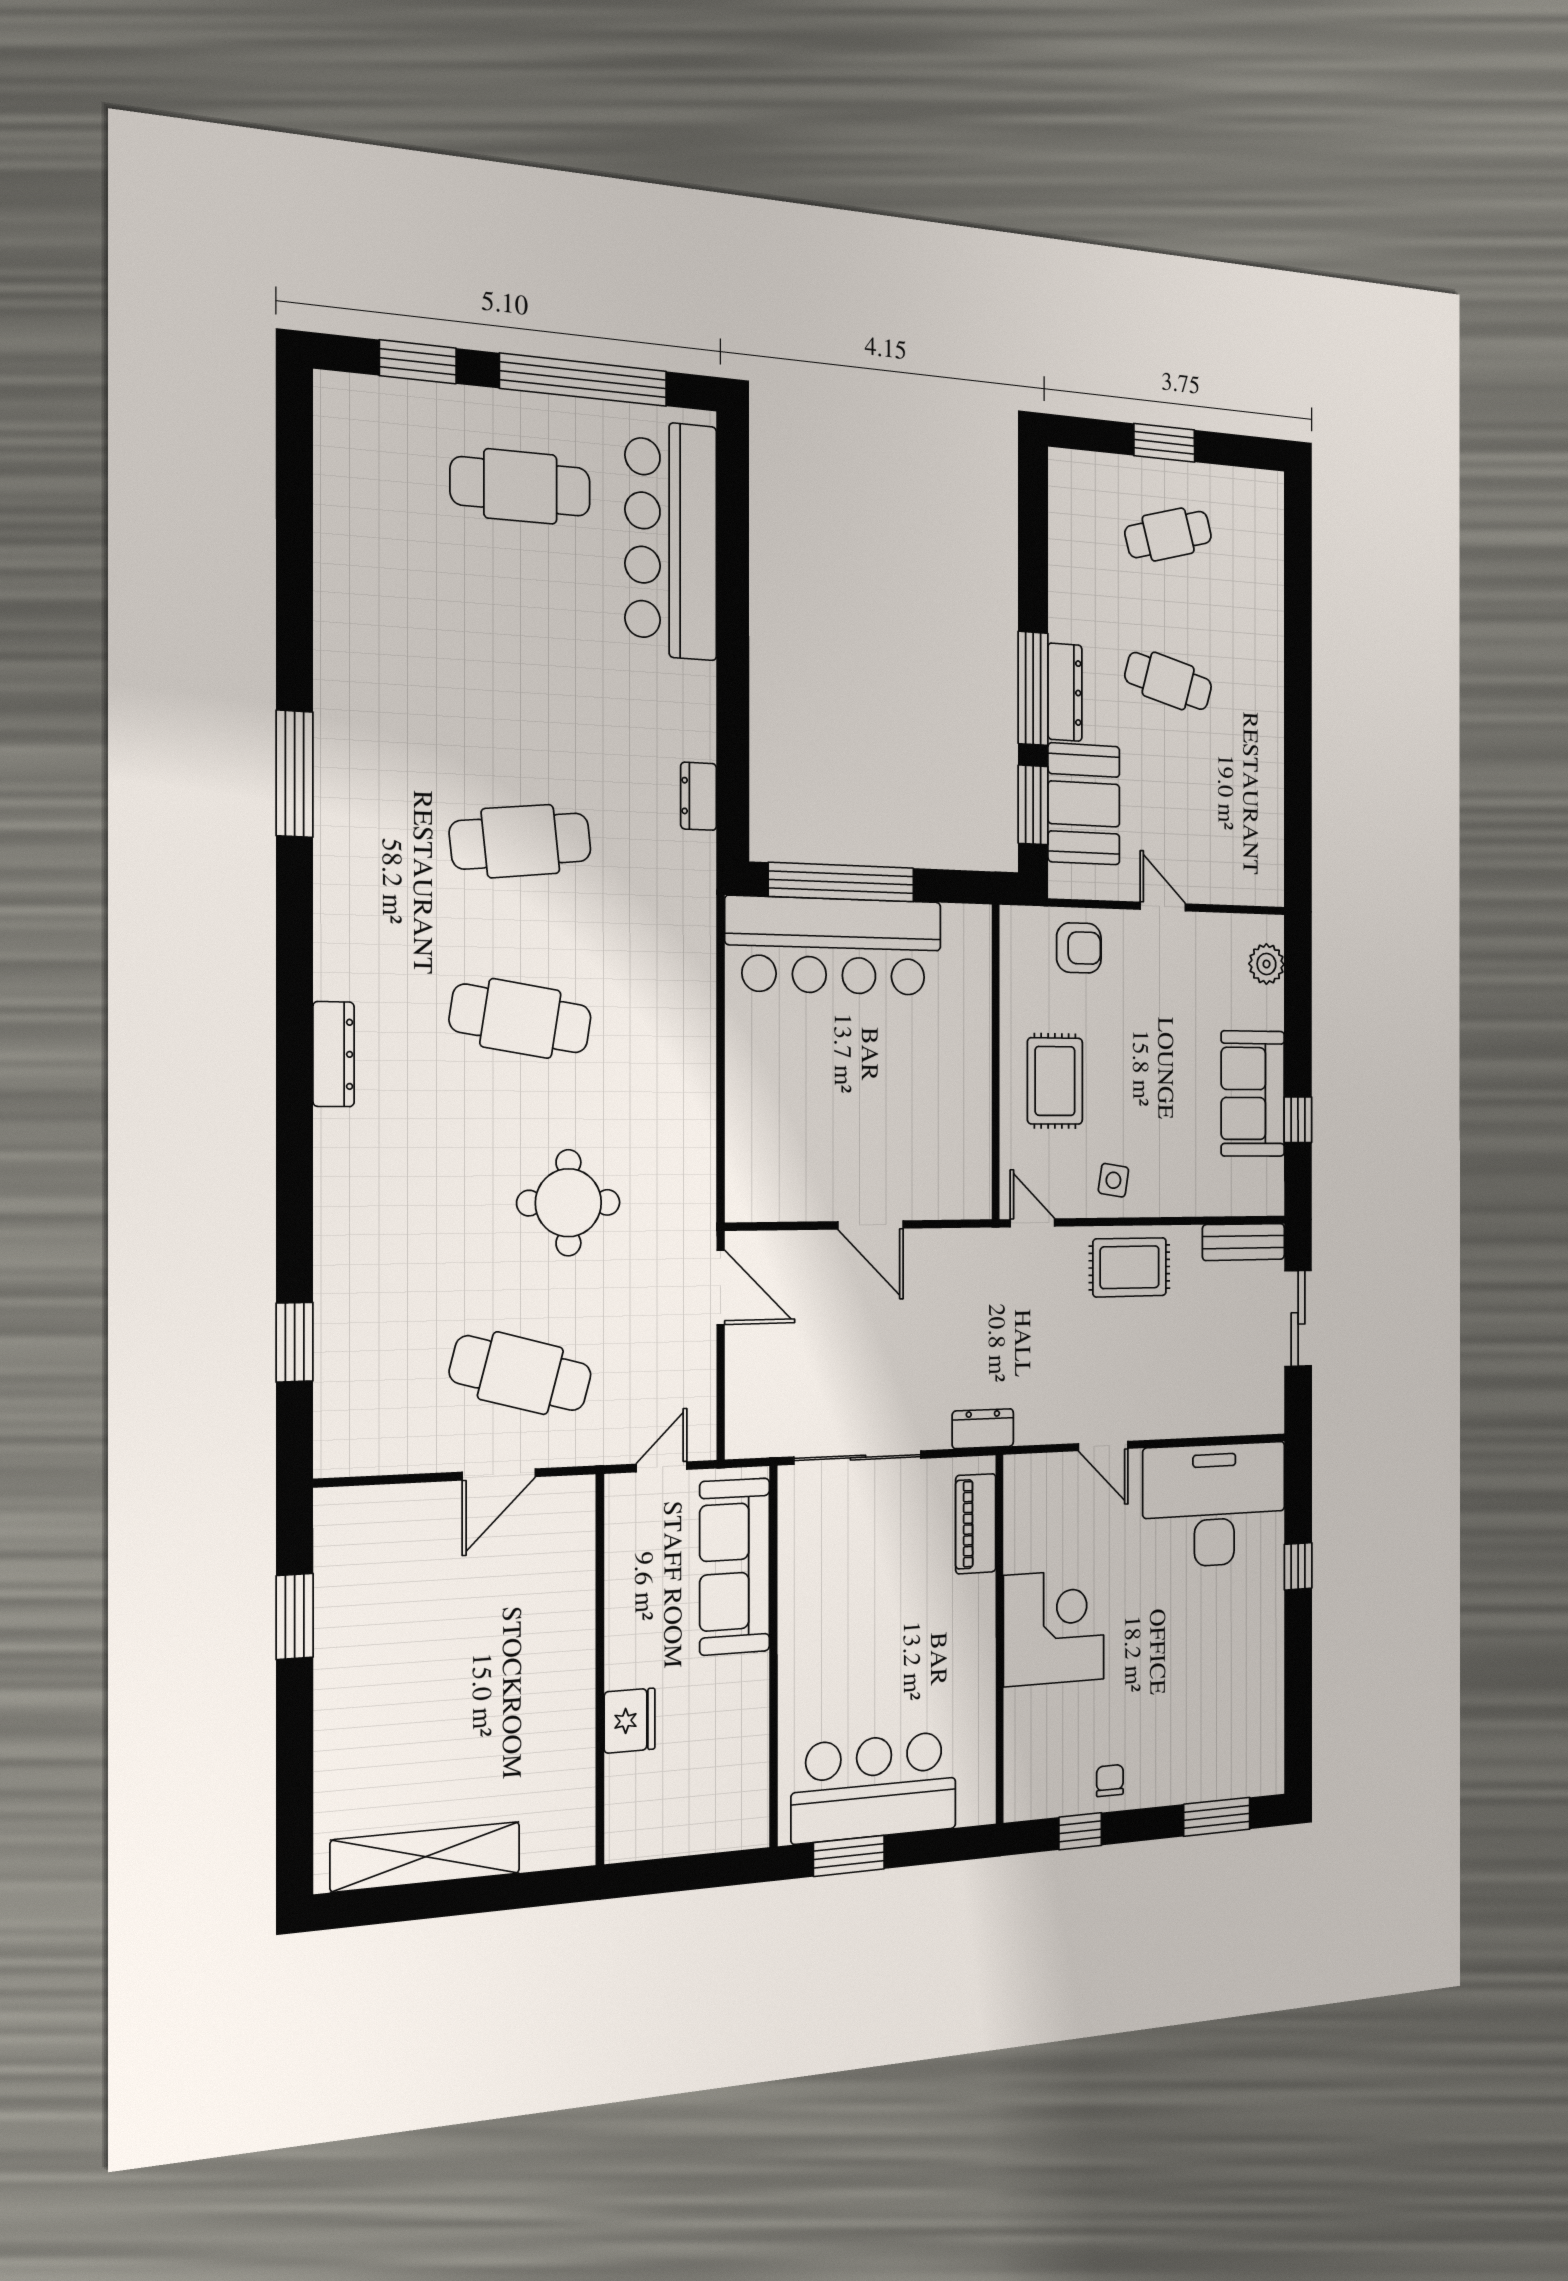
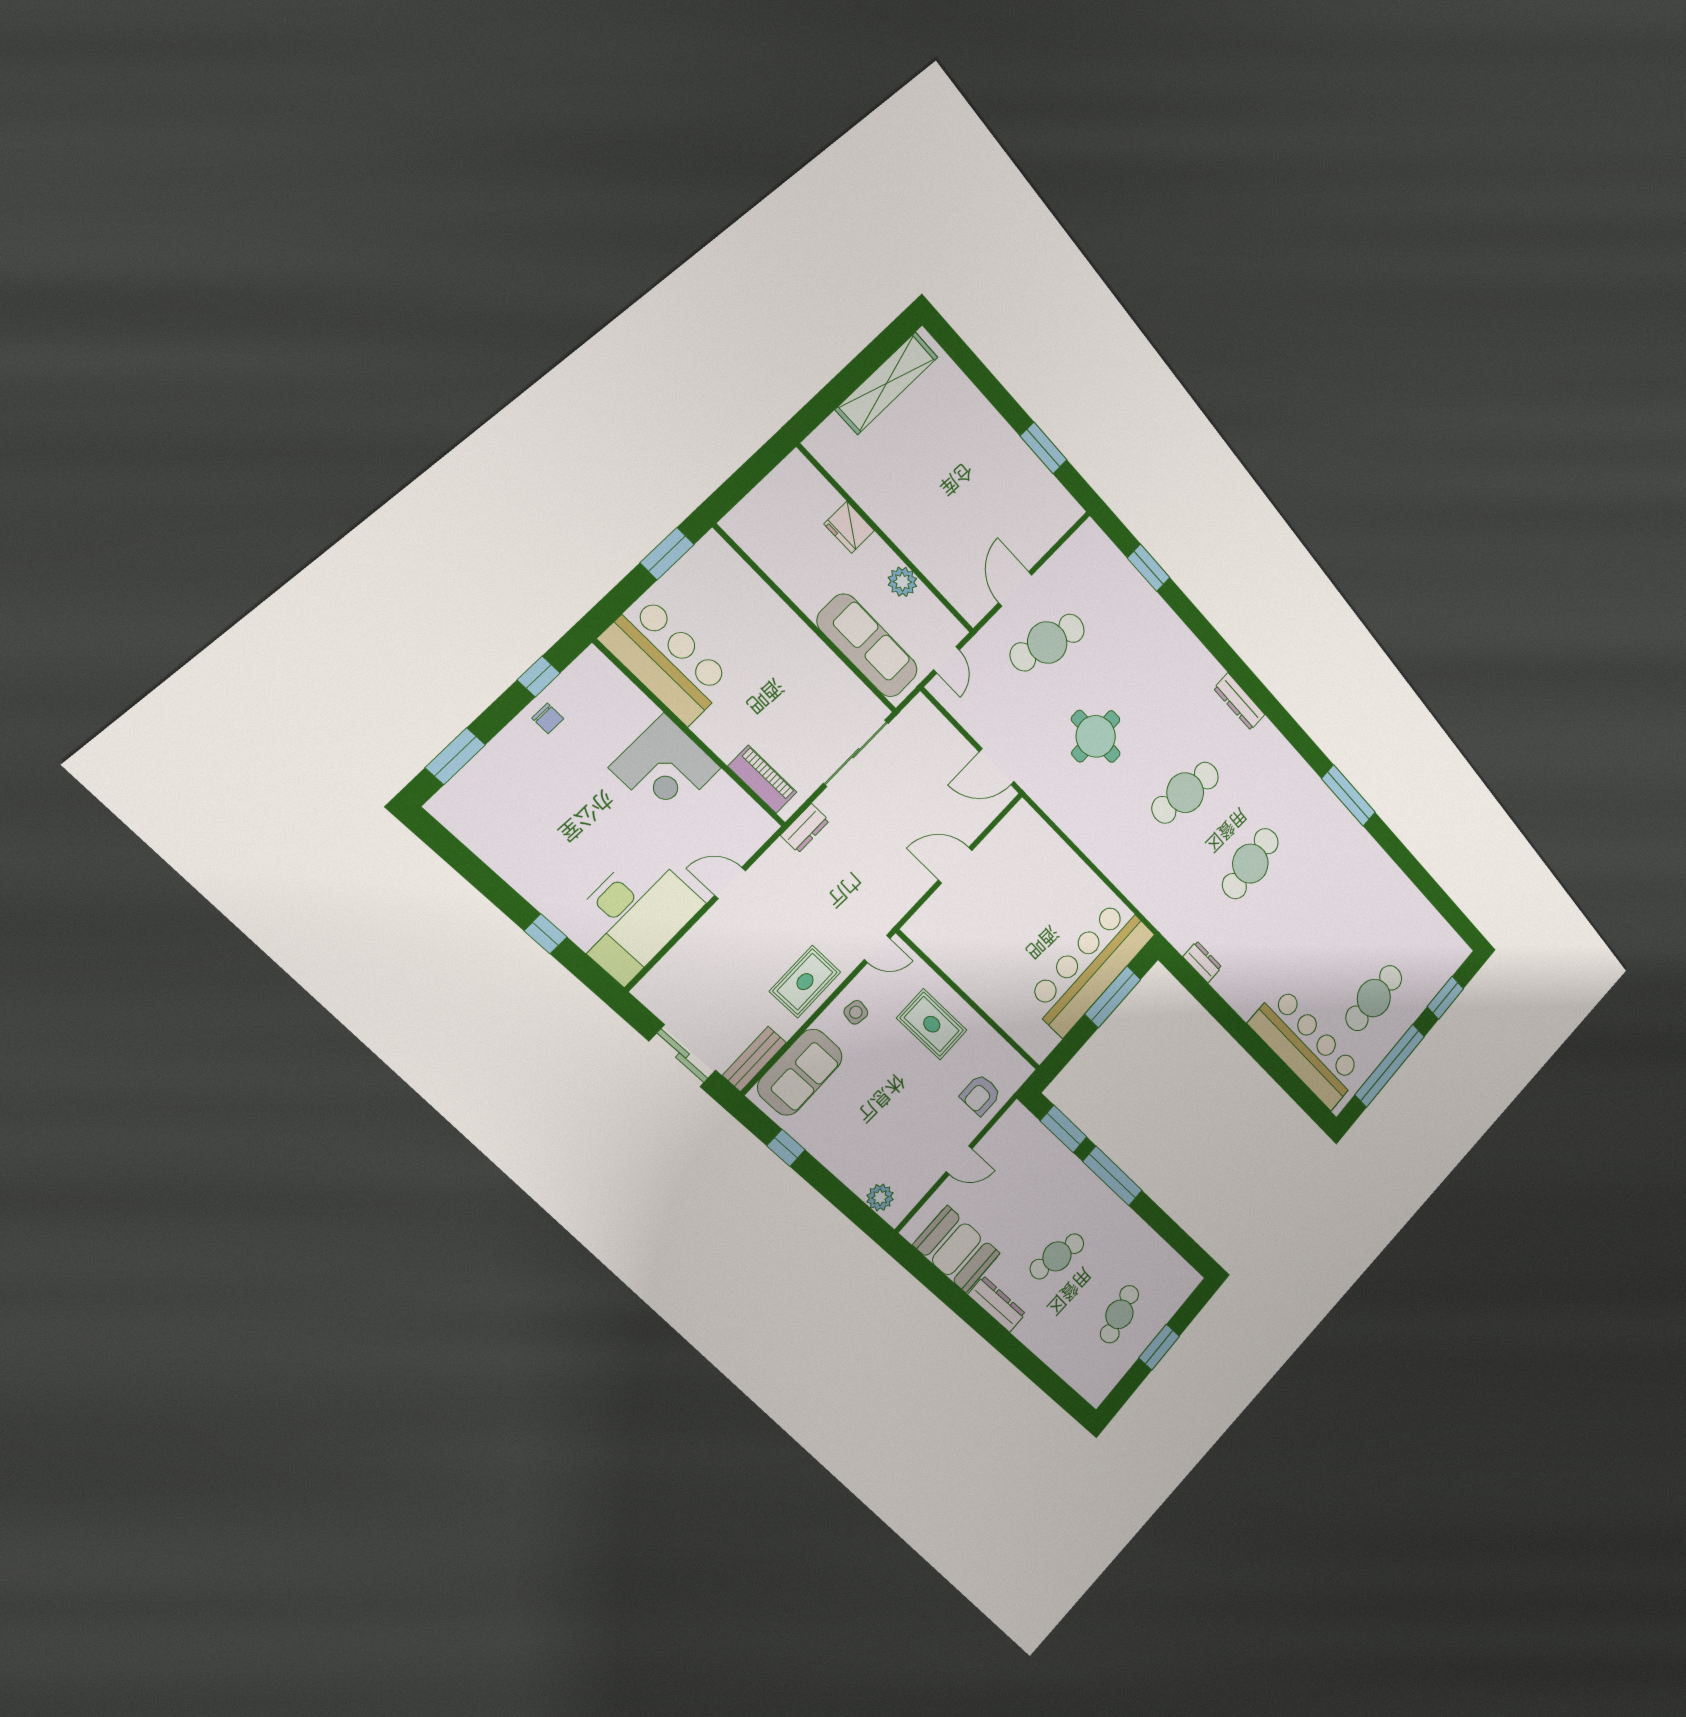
dresser: (1065, 692) -> (997, 1304), moved, turned 180
booth: (1084, 804) -> (957, 1249), moved
window: (841, 882) -> (1113, 997), width x0.68
sofa: (1253, 1094) -> (800, 1072), moved, turned 90
plant: (627, 1604) -> (902, 582), added
bar counter: (874, 1787) -> (667, 660), moved, turned -90

